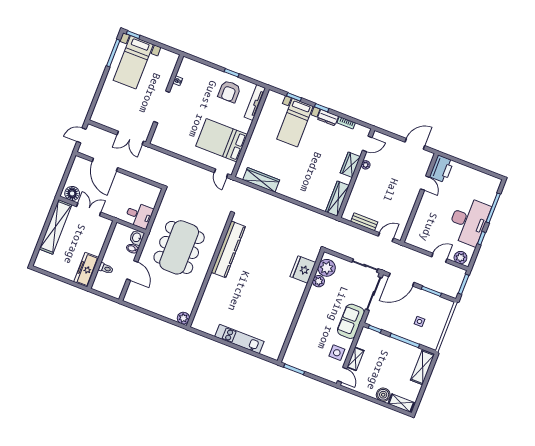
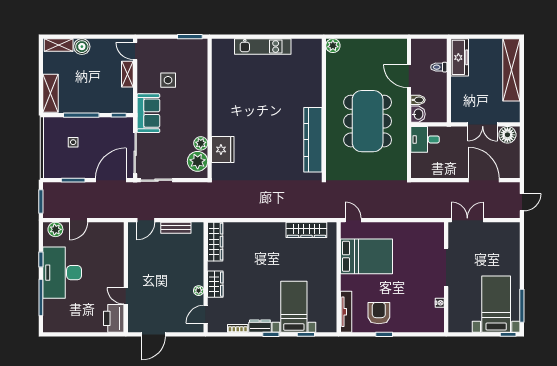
shelving: (55, 227) -> (511, 70), moved
side table: (337, 353) -> (168, 80), moved

